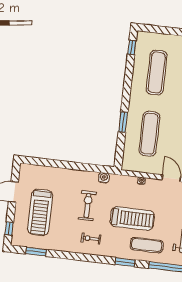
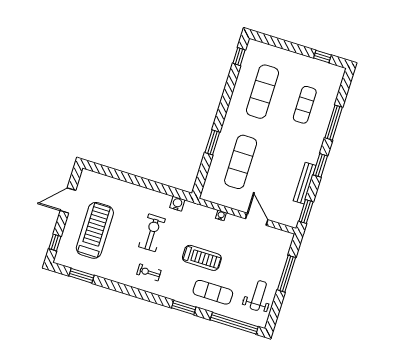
treadmill: (40, 212) -> (95, 230), turned 180
treadmill: (132, 219) -> (202, 258), width x0.73, depth x0.73

